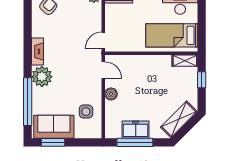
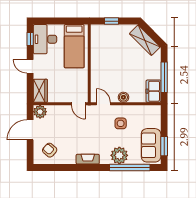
shelving: (185, 61) -> (95, 35), removed
door: (103, 70) -> (103, 104), hinge flipped
plant: (42, 77) -> (119, 155), moved
side table: (86, 112) -> (121, 123), moved
freezer: (136, 130) -> (153, 91), moved

